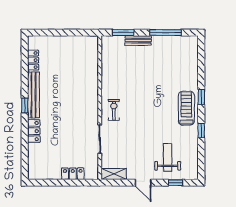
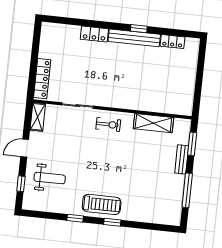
shelving: (108, 69) -> (153, 123), added
window: (25, 106) -> (139, 29), moved
locker: (73, 174) -> (42, 79), width x1.53

